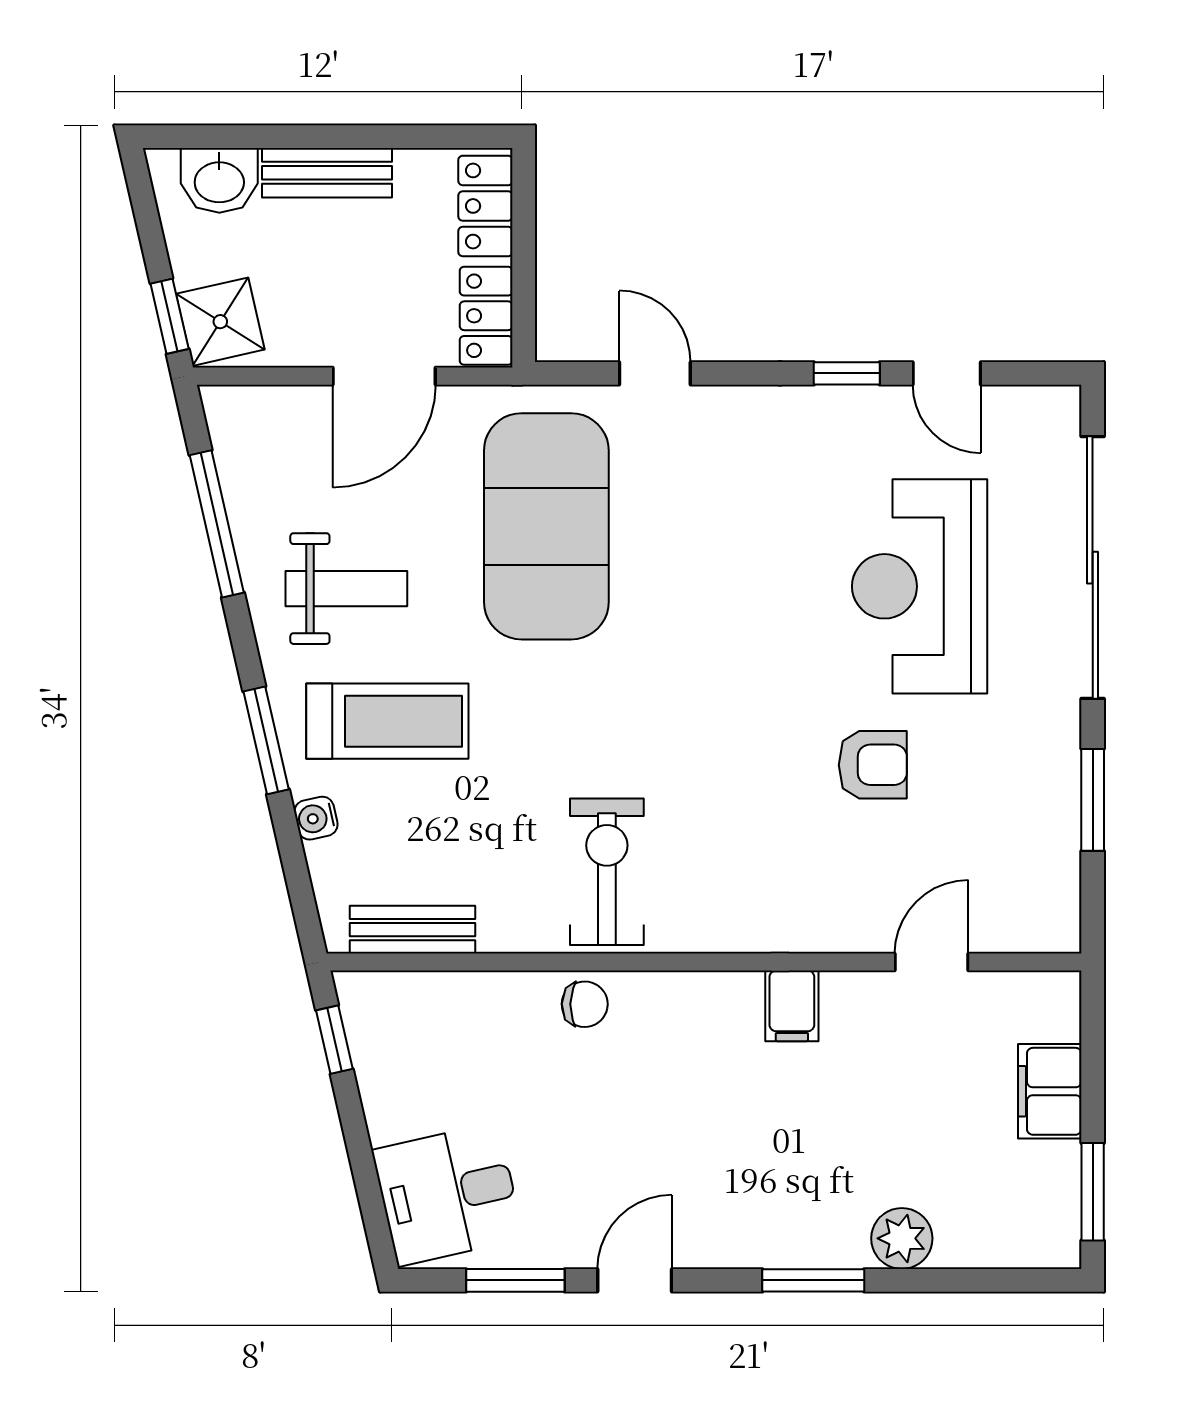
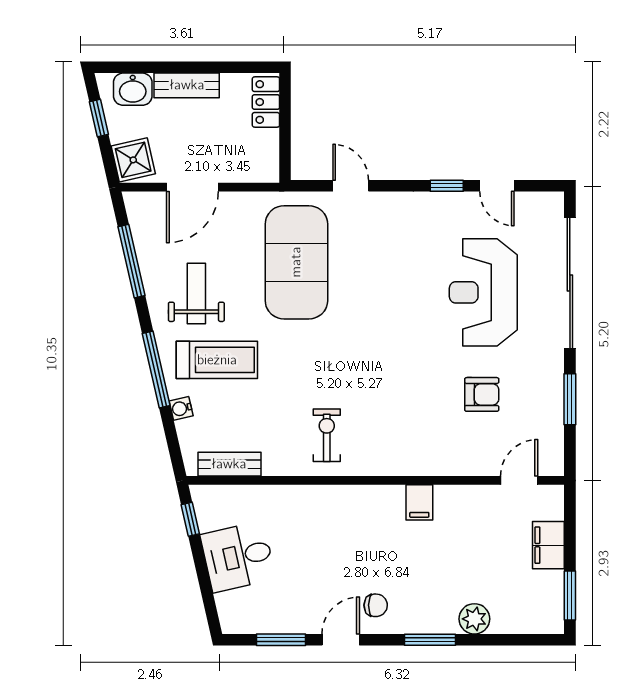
window: (170, 316) -> (99, 118), moved
locker: (486, 316) -> (266, 157), removed
door: (384, 376) -> (192, 187), moved
weight bench: (346, 589) -> (196, 294), turned -90
window: (266, 740) -> (156, 369), width x1.44
armchair: (873, 765) -> (482, 394), moved
exercise bike: (607, 872) -> (327, 435), width x0.73, depth x0.72
door: (932, 962) -> (519, 480), moved
chair: (585, 1004) -> (376, 605), moved
desk: (448, 1194) -> (238, 557), moved

